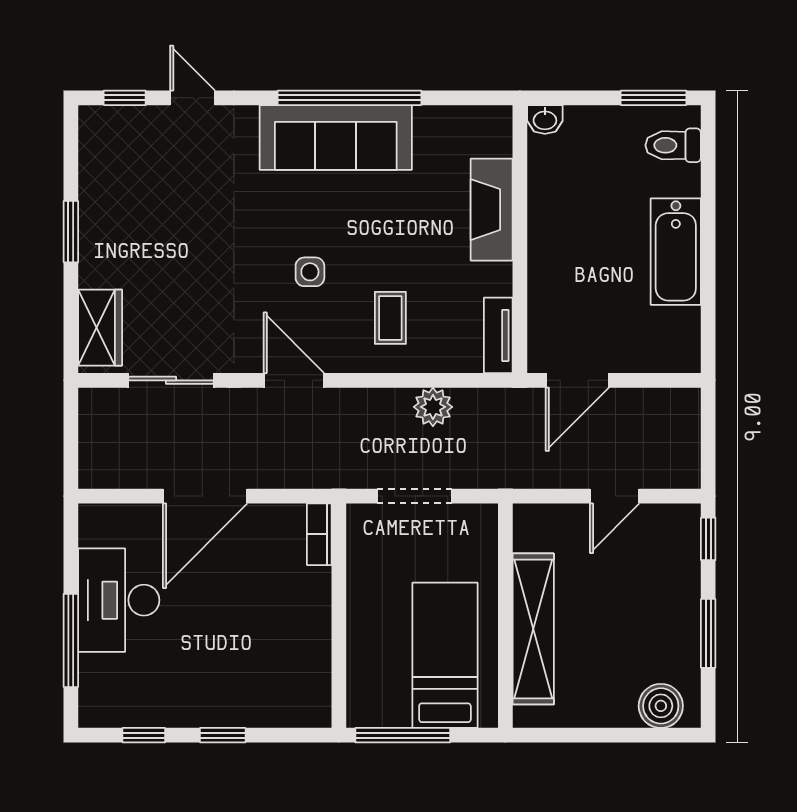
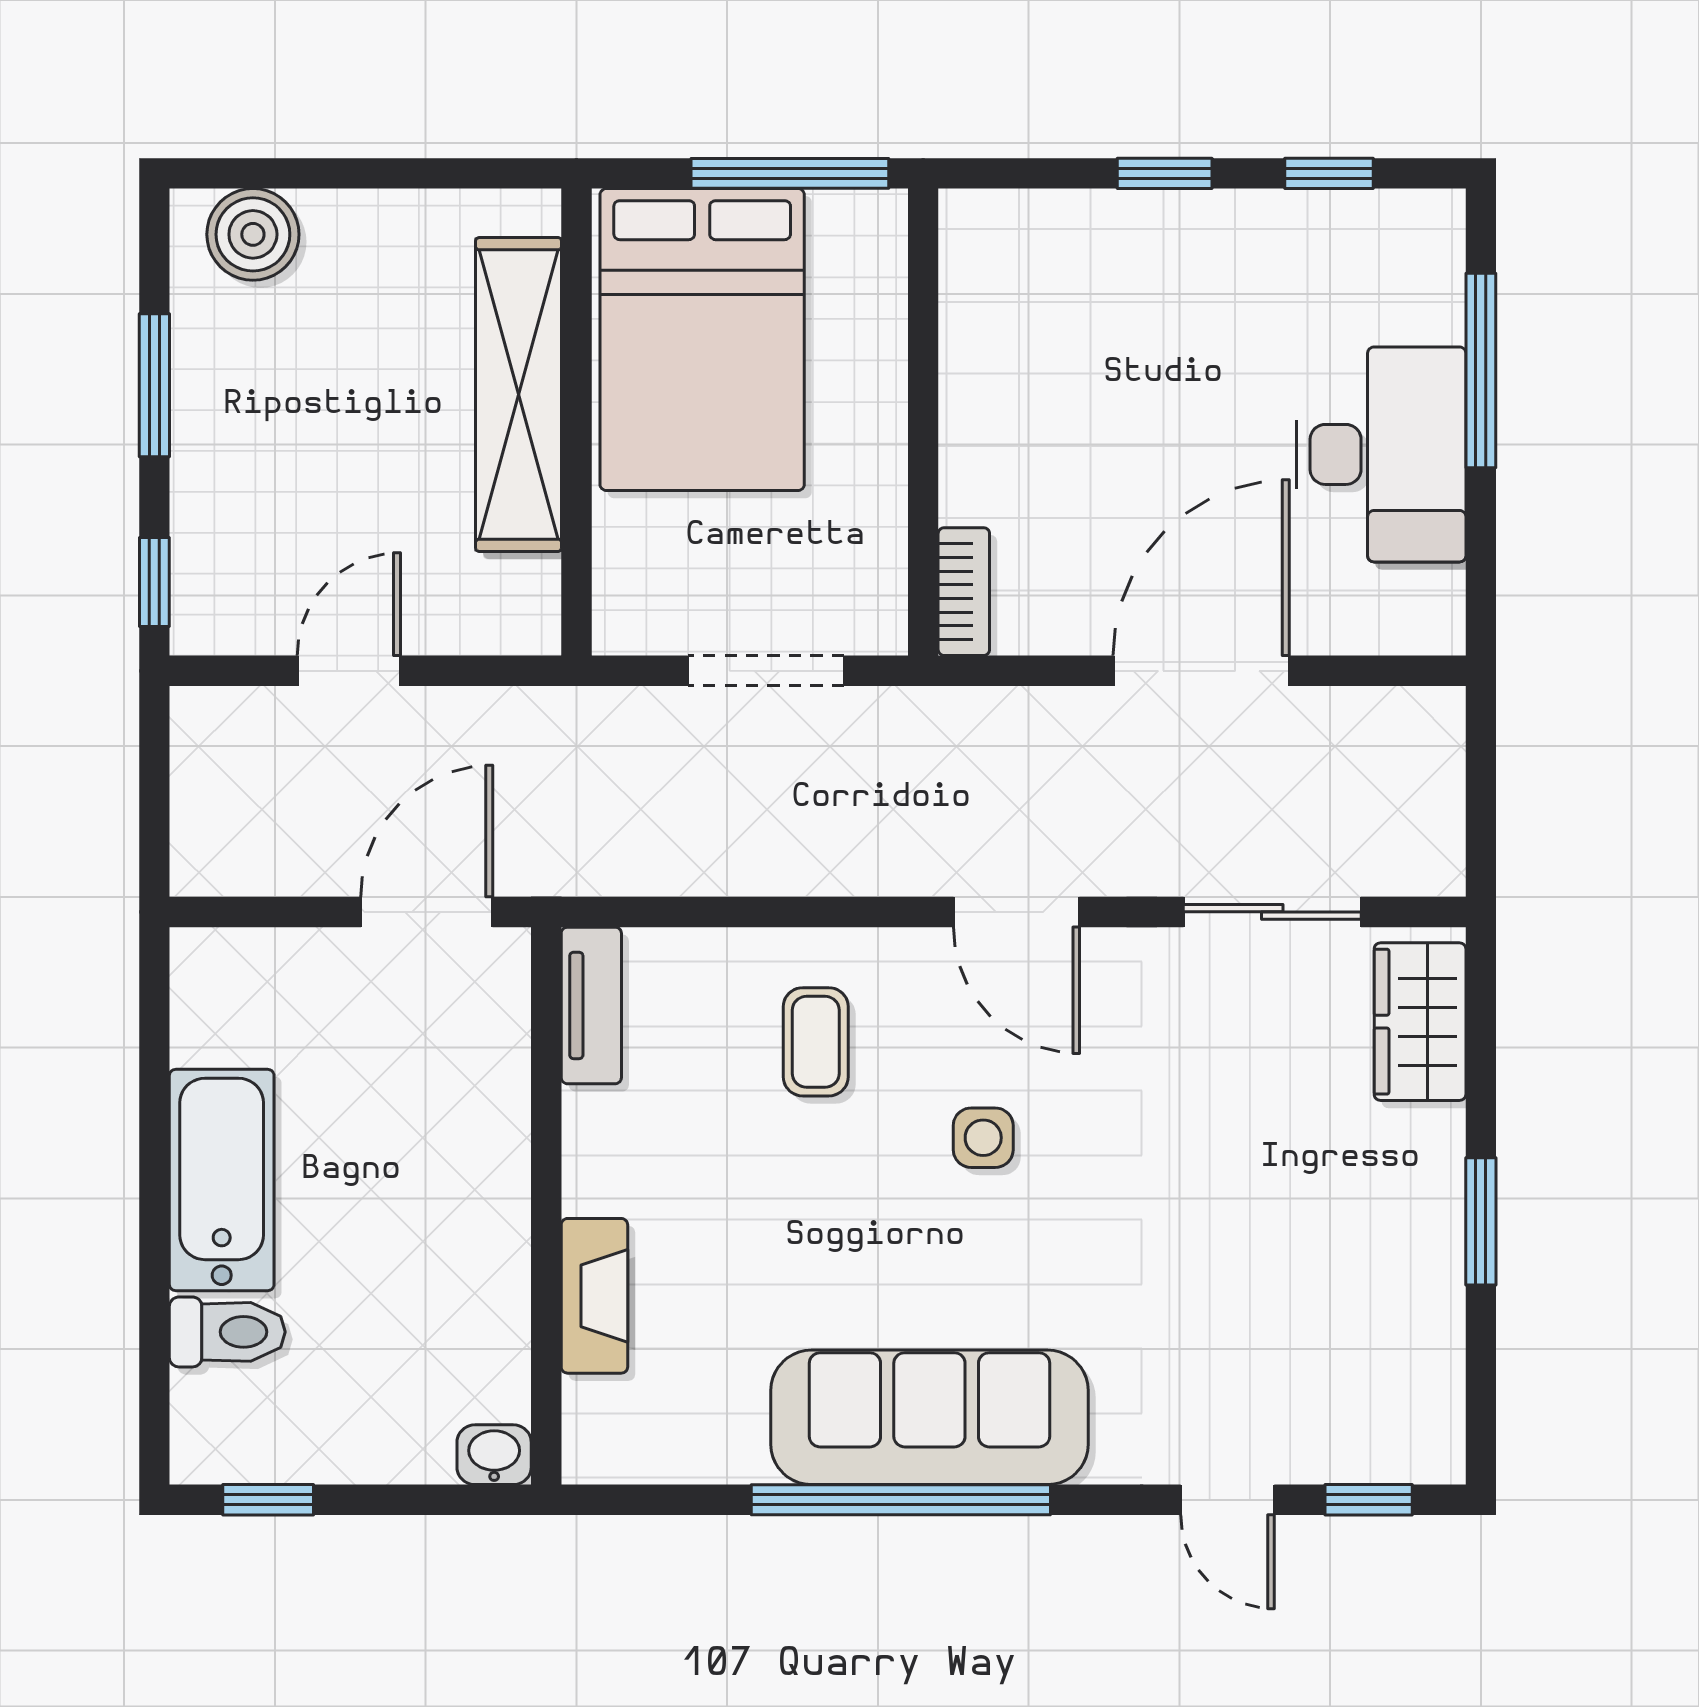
window: (653, 98) -> (268, 1500), width x0.67
toilet: (673, 145) -> (227, 1332), moved
fireplace: (492, 210) -> (594, 1296), width x0.73, depth x0.76
plant: (433, 407) -> (727, 856), removed
bed: (445, 655) -> (702, 340), width x1.50

